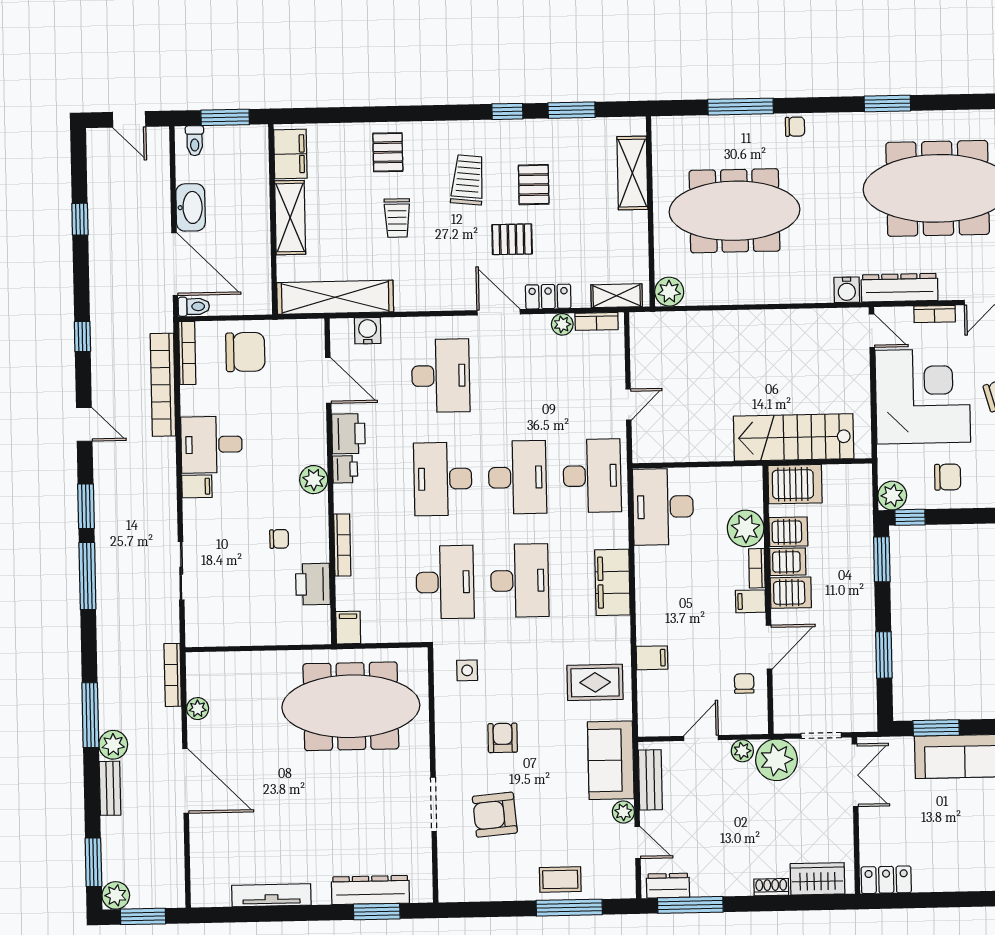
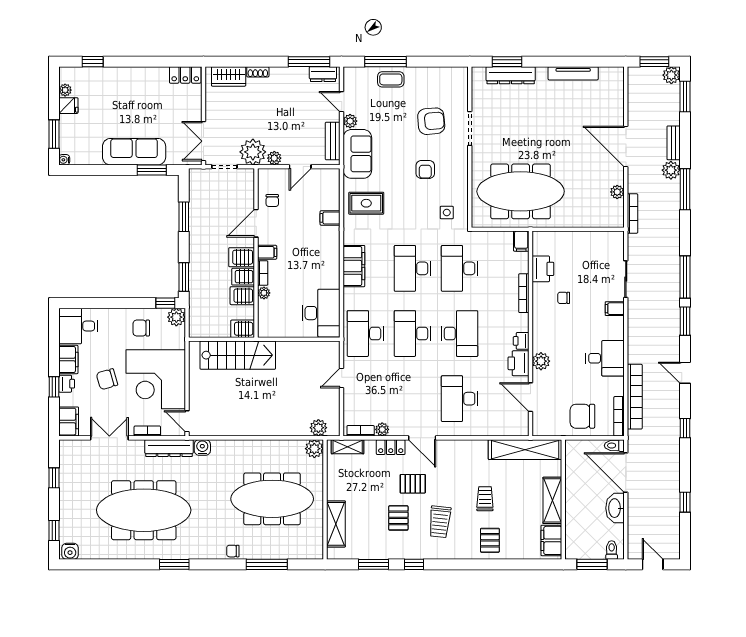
plant: (663, 325) -> (318, 428), added
water cooler: (368, 331) -> (505, 428), removed
plant: (314, 480) -> (541, 361), moved
server rack: (795, 484) -> (243, 329), width x0.73, depth x0.70
filing cabinet: (197, 486) -> (615, 309), moved
plant: (746, 528) -> (264, 293), width x0.53, depth x0.53

